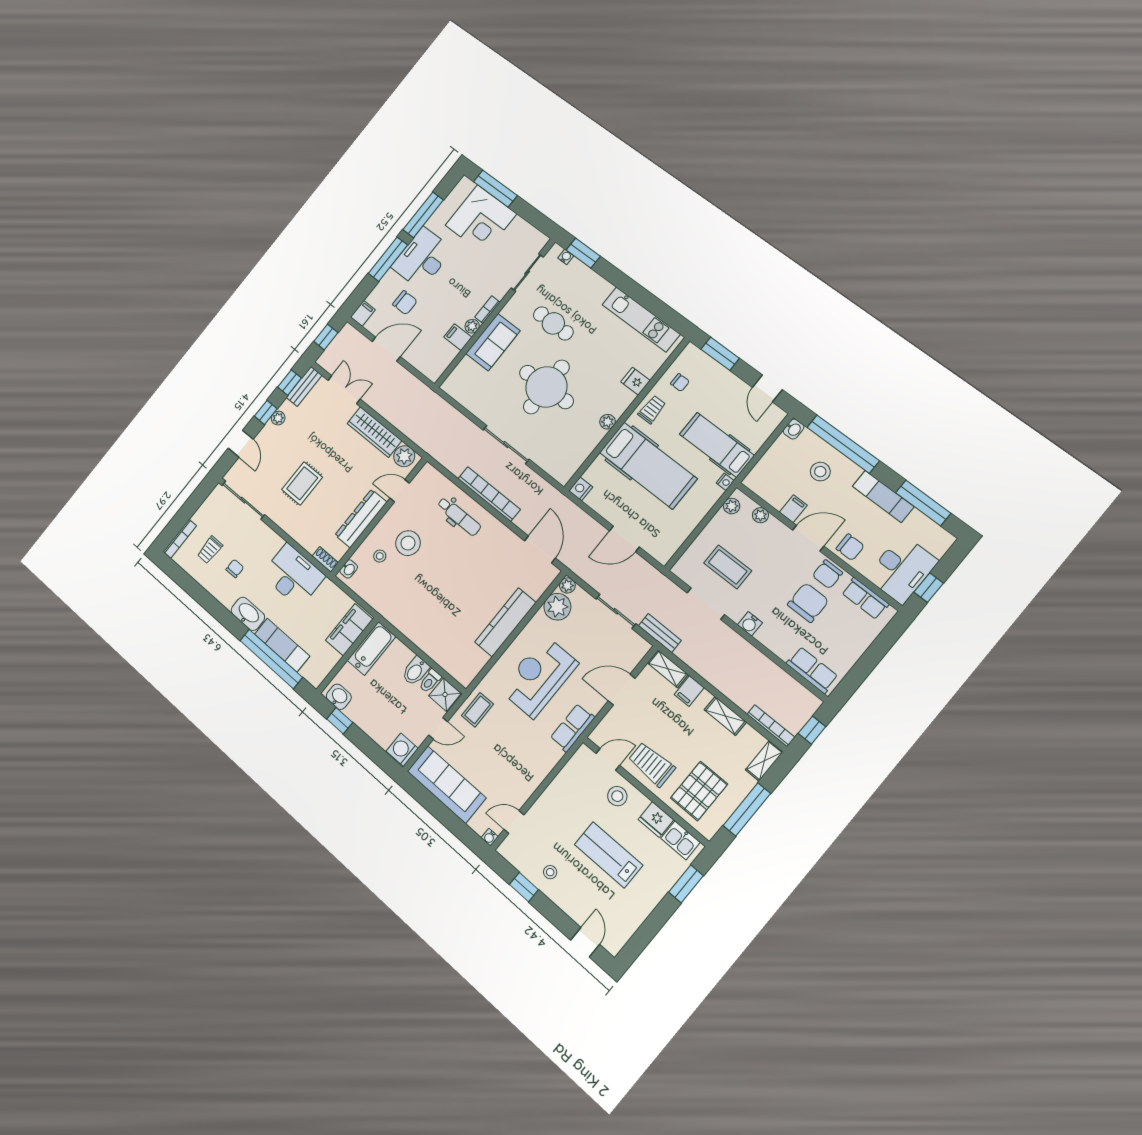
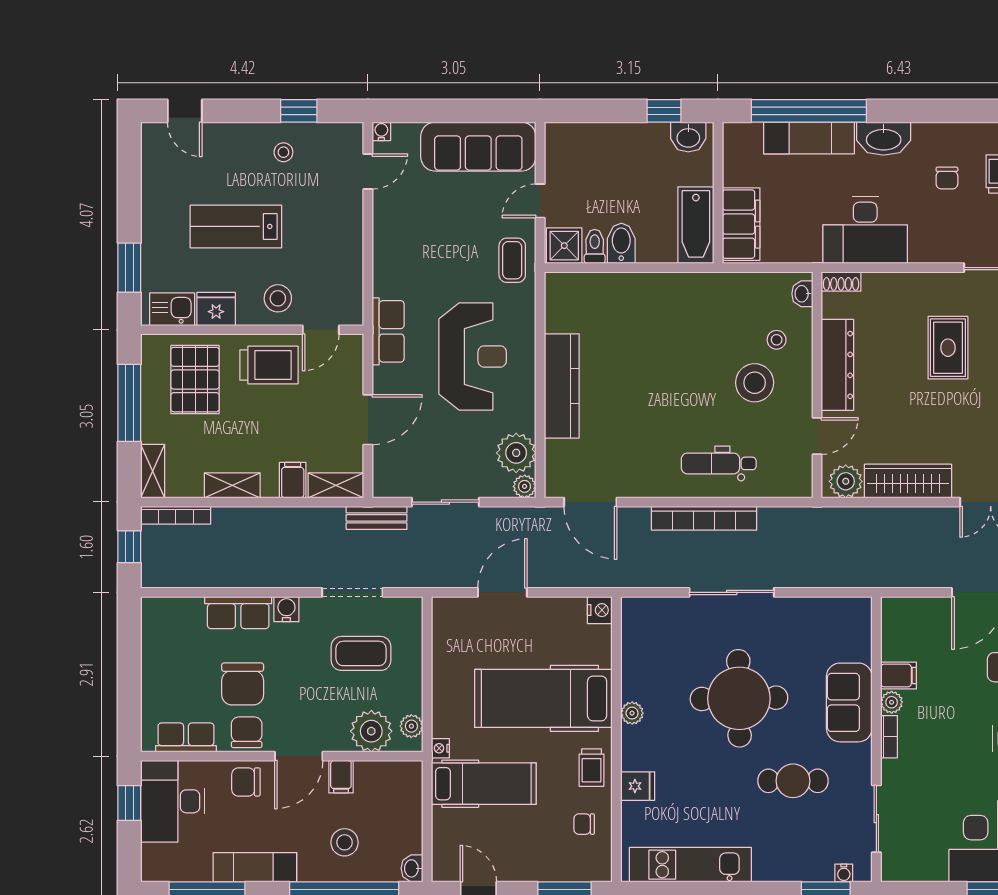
plant: (760, 515) -> (371, 731), width x1.88, depth x1.88
row of seats: (812, 670) -> (238, 613), moved
washing machine: (402, 750) -> (562, 141), removed
lab bench: (608, 855) -> (236, 226), turned 180

